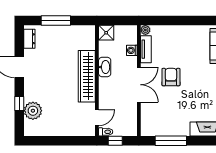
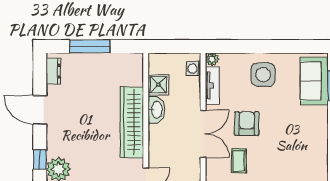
shower: (106, 33) -> (158, 85), moved
side table: (183, 41) -> (263, 75), added
washing machine: (132, 50) -> (194, 69), moved
coffee table: (165, 104) -> (239, 161), added

